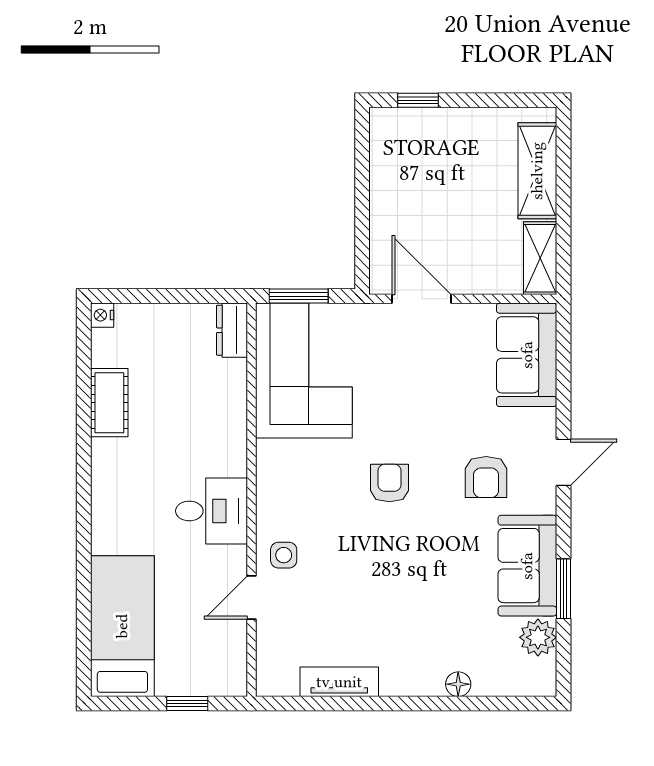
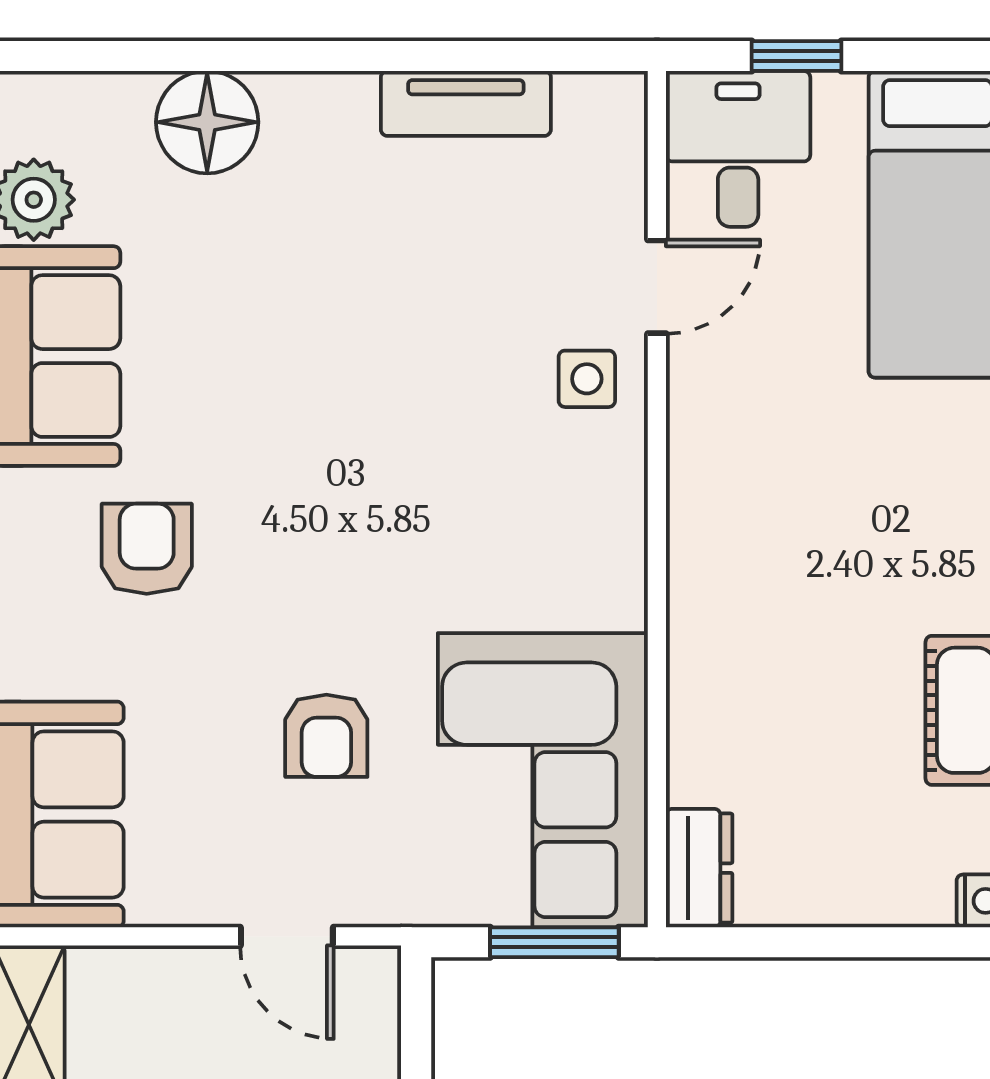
door: (422, 299) -> (287, 936), width x0.73
armchair: (389, 483) -> (326, 736), moved
desk: (212, 511) -> (738, 149), moved, turned 90
floor lamp: (458, 684) -> (207, 122), width x1.89, depth x1.89

